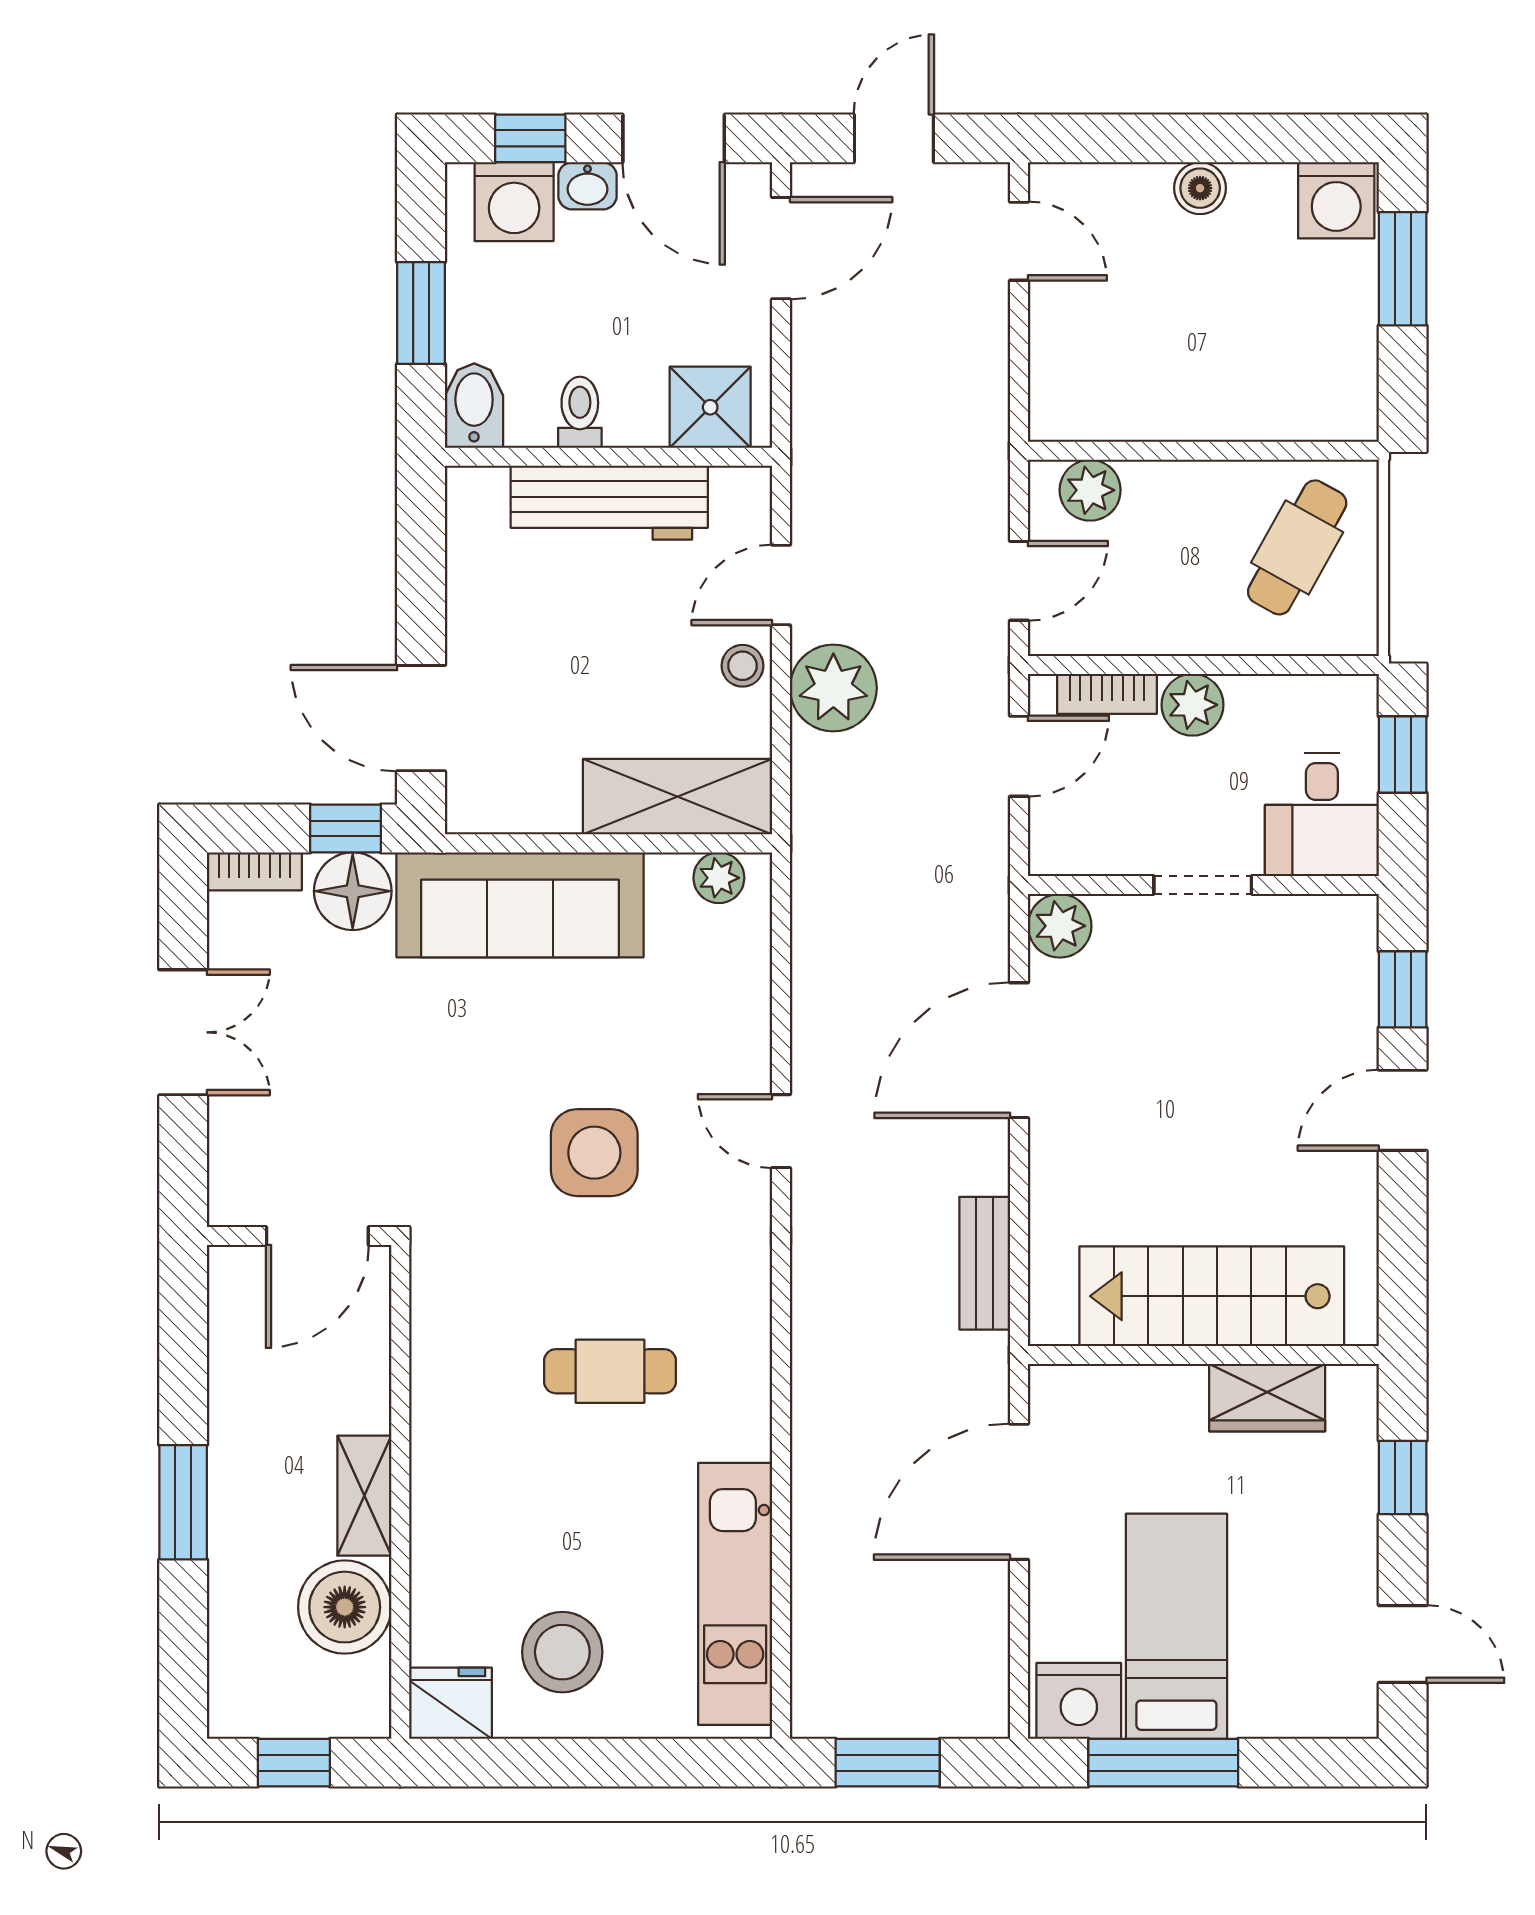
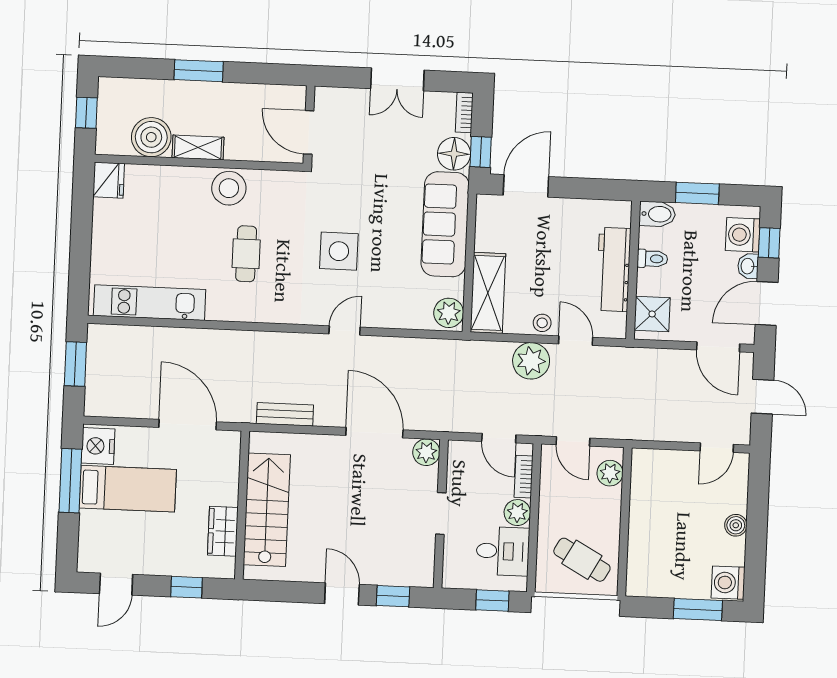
desk: (1322, 815) -> (503, 551), moved, turned 180
plant: (719, 878) -> (449, 313), width x1.38, depth x1.38
stool: (562, 1652) -> (229, 188), moved

